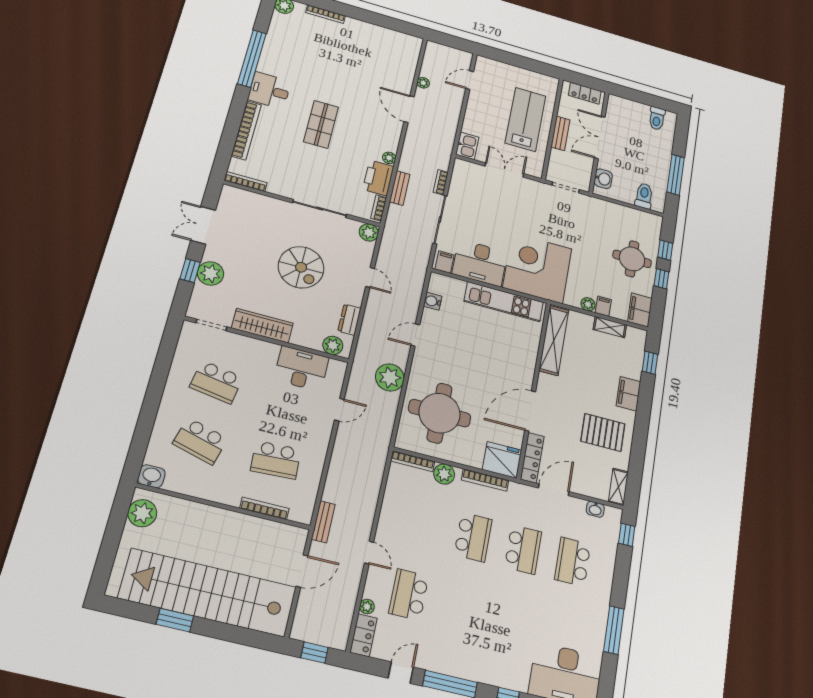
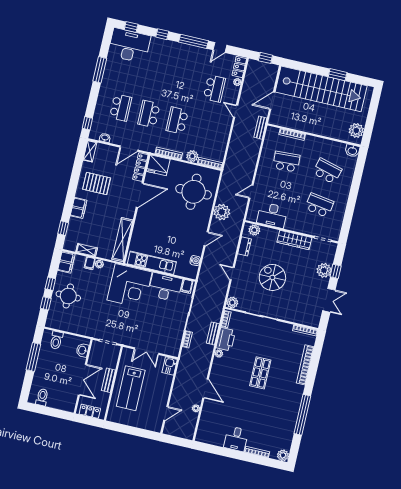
desk: (269, 90) -> (236, 439), moved, turned 90

